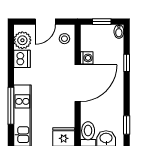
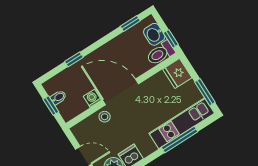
bidet: (119, 32) -> (58, 97), moved
stool: (64, 39) -> (105, 117), moved

